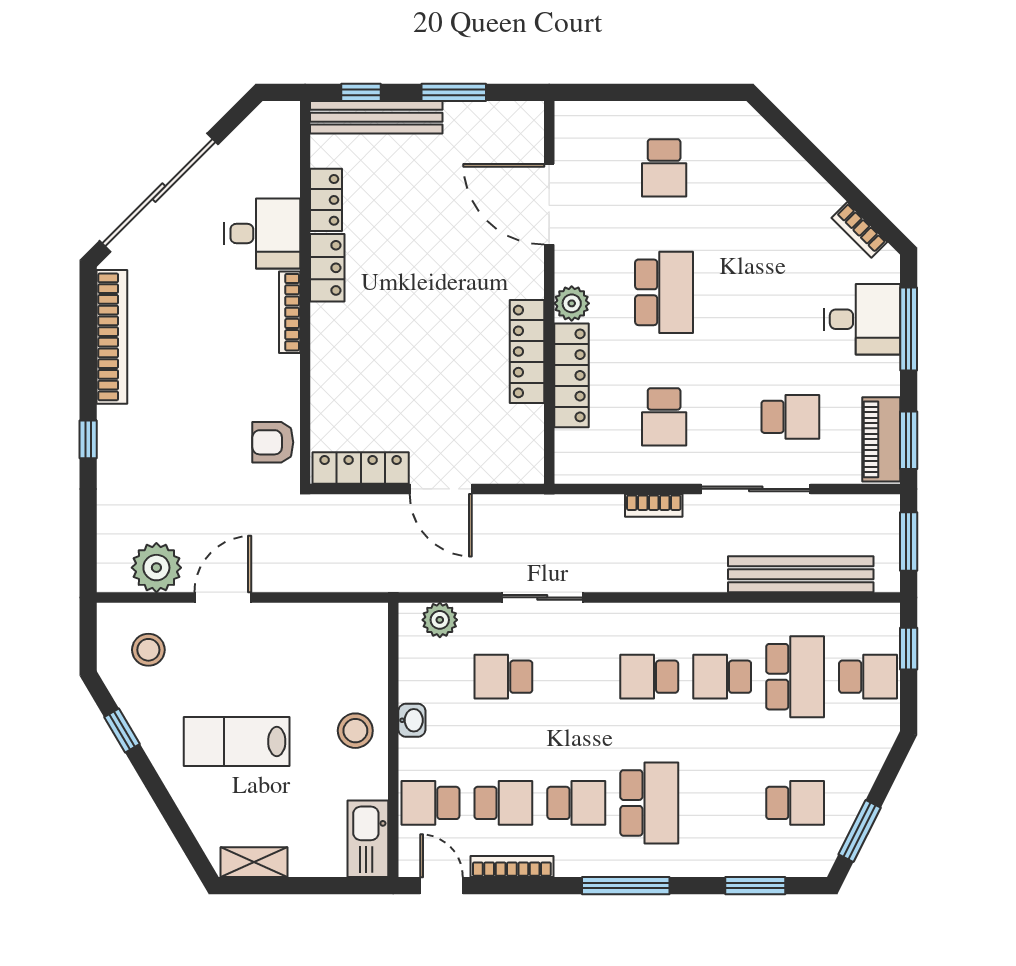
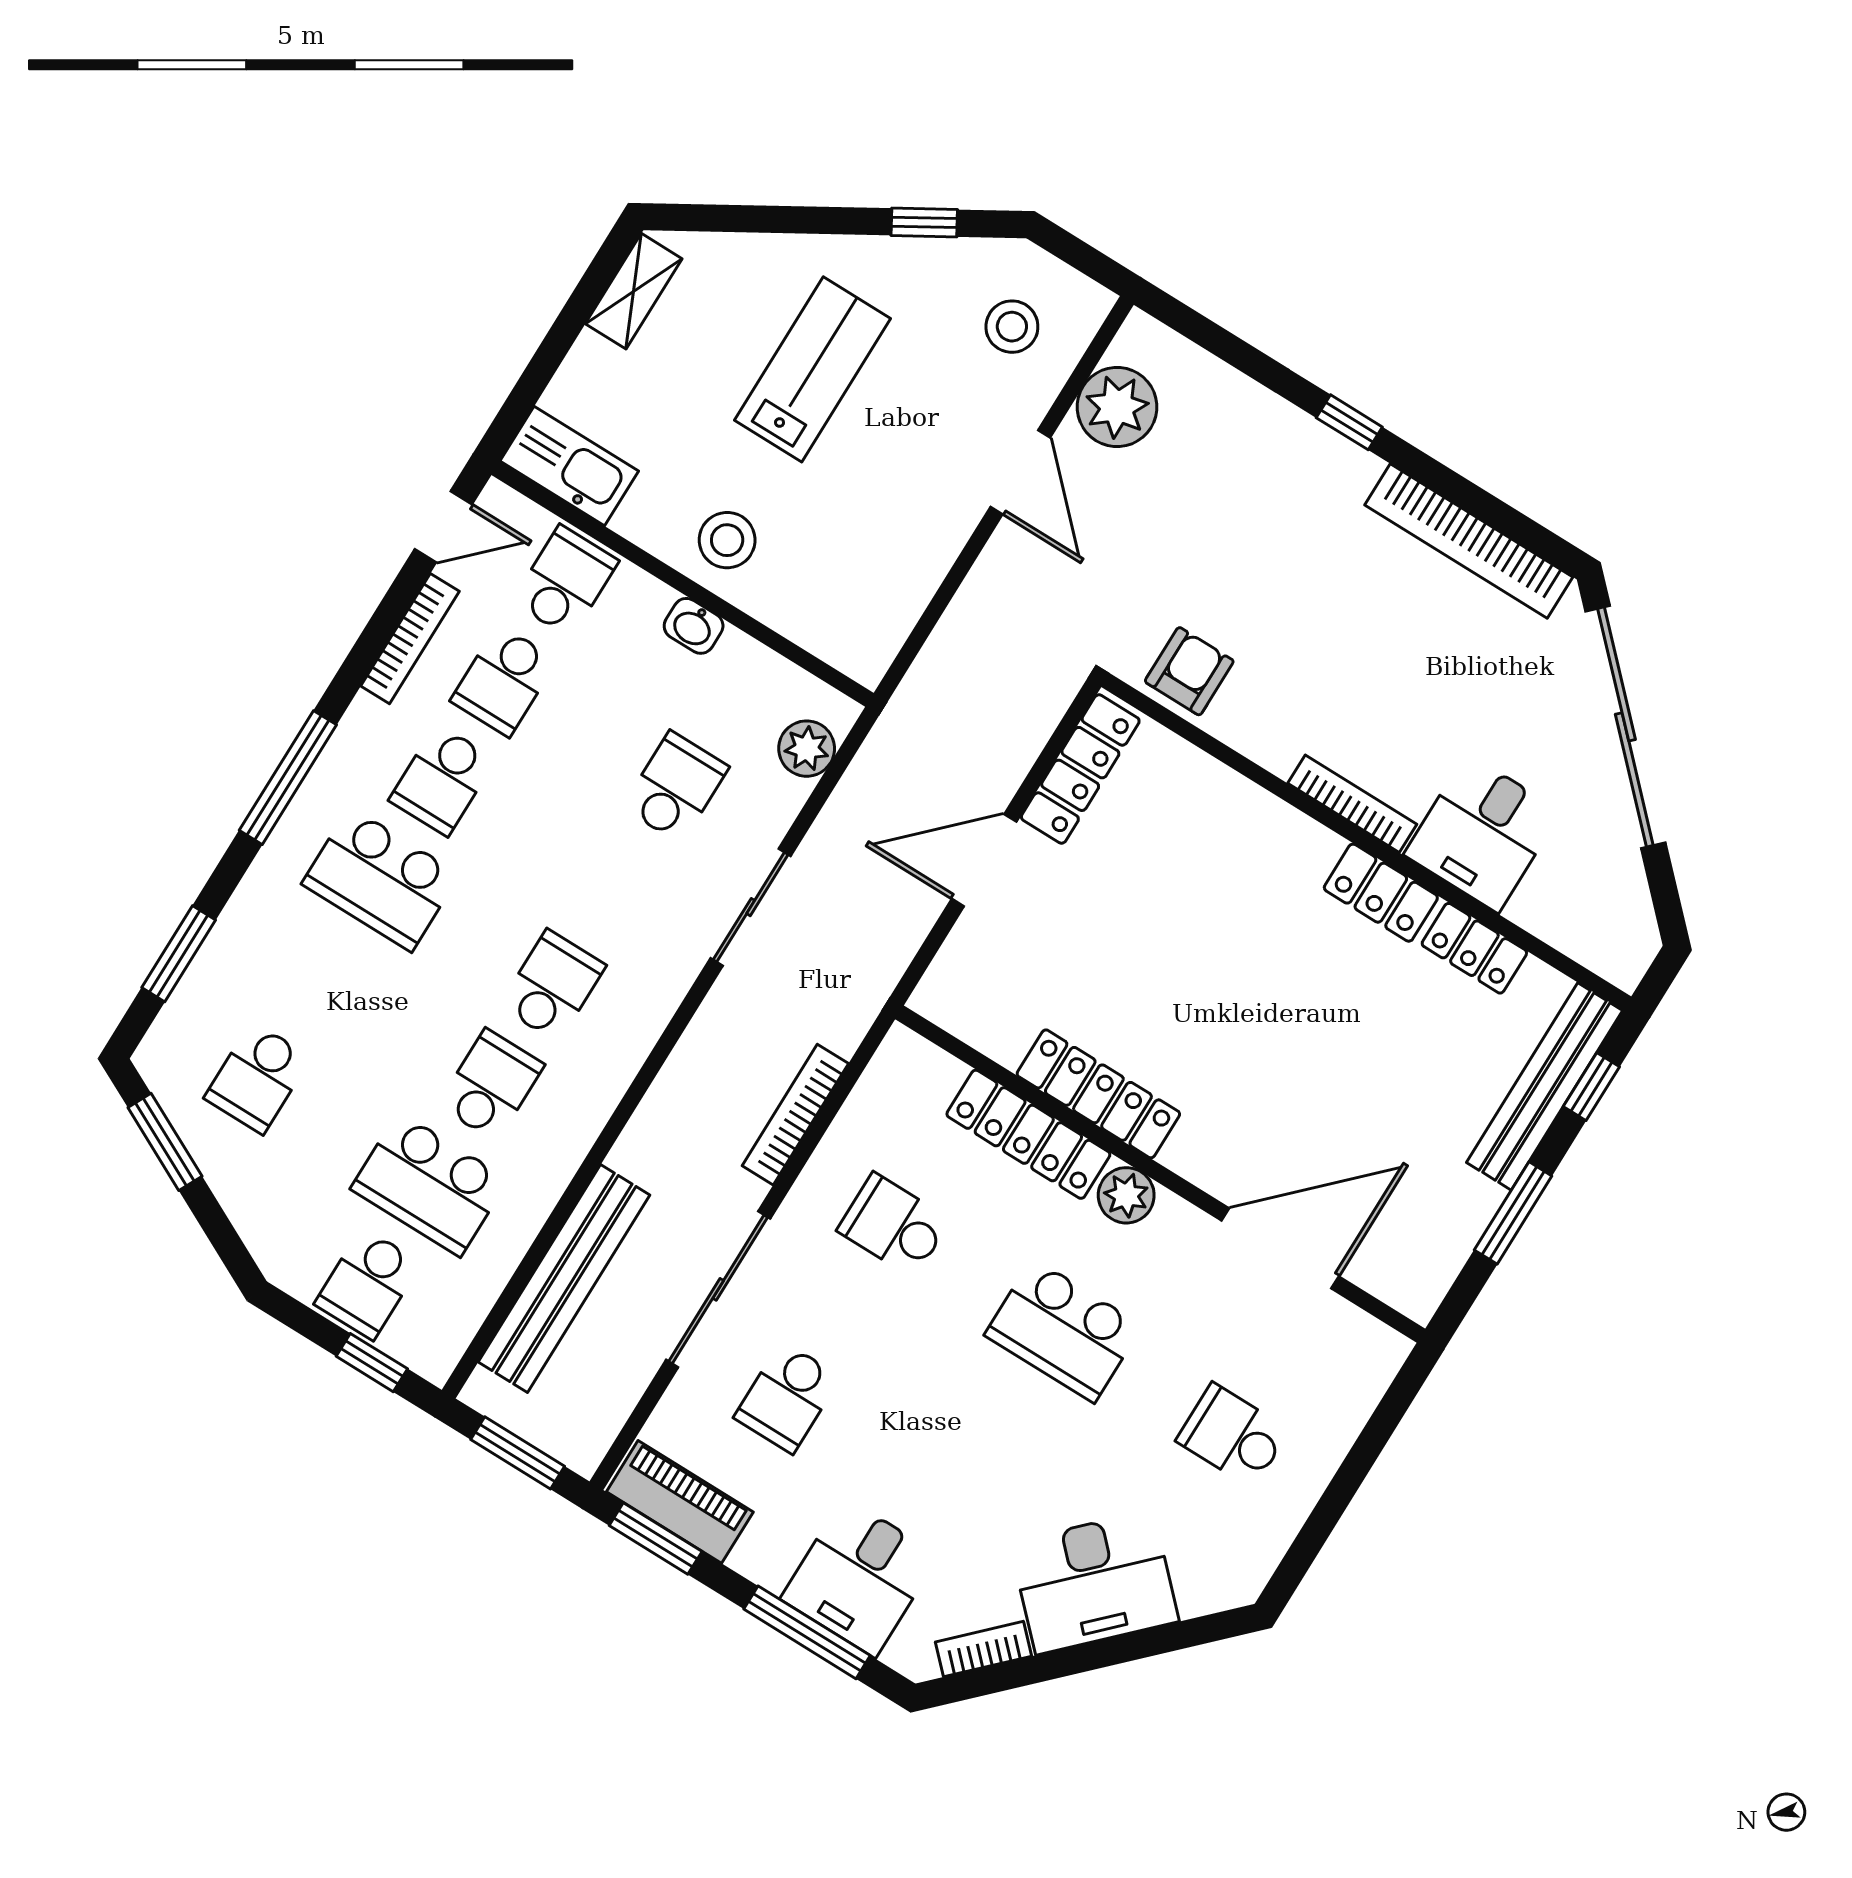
desk: (787, 193) -> (1094, 1582), added
bookcase: (654, 505) -> (795, 1115), width x1.56

